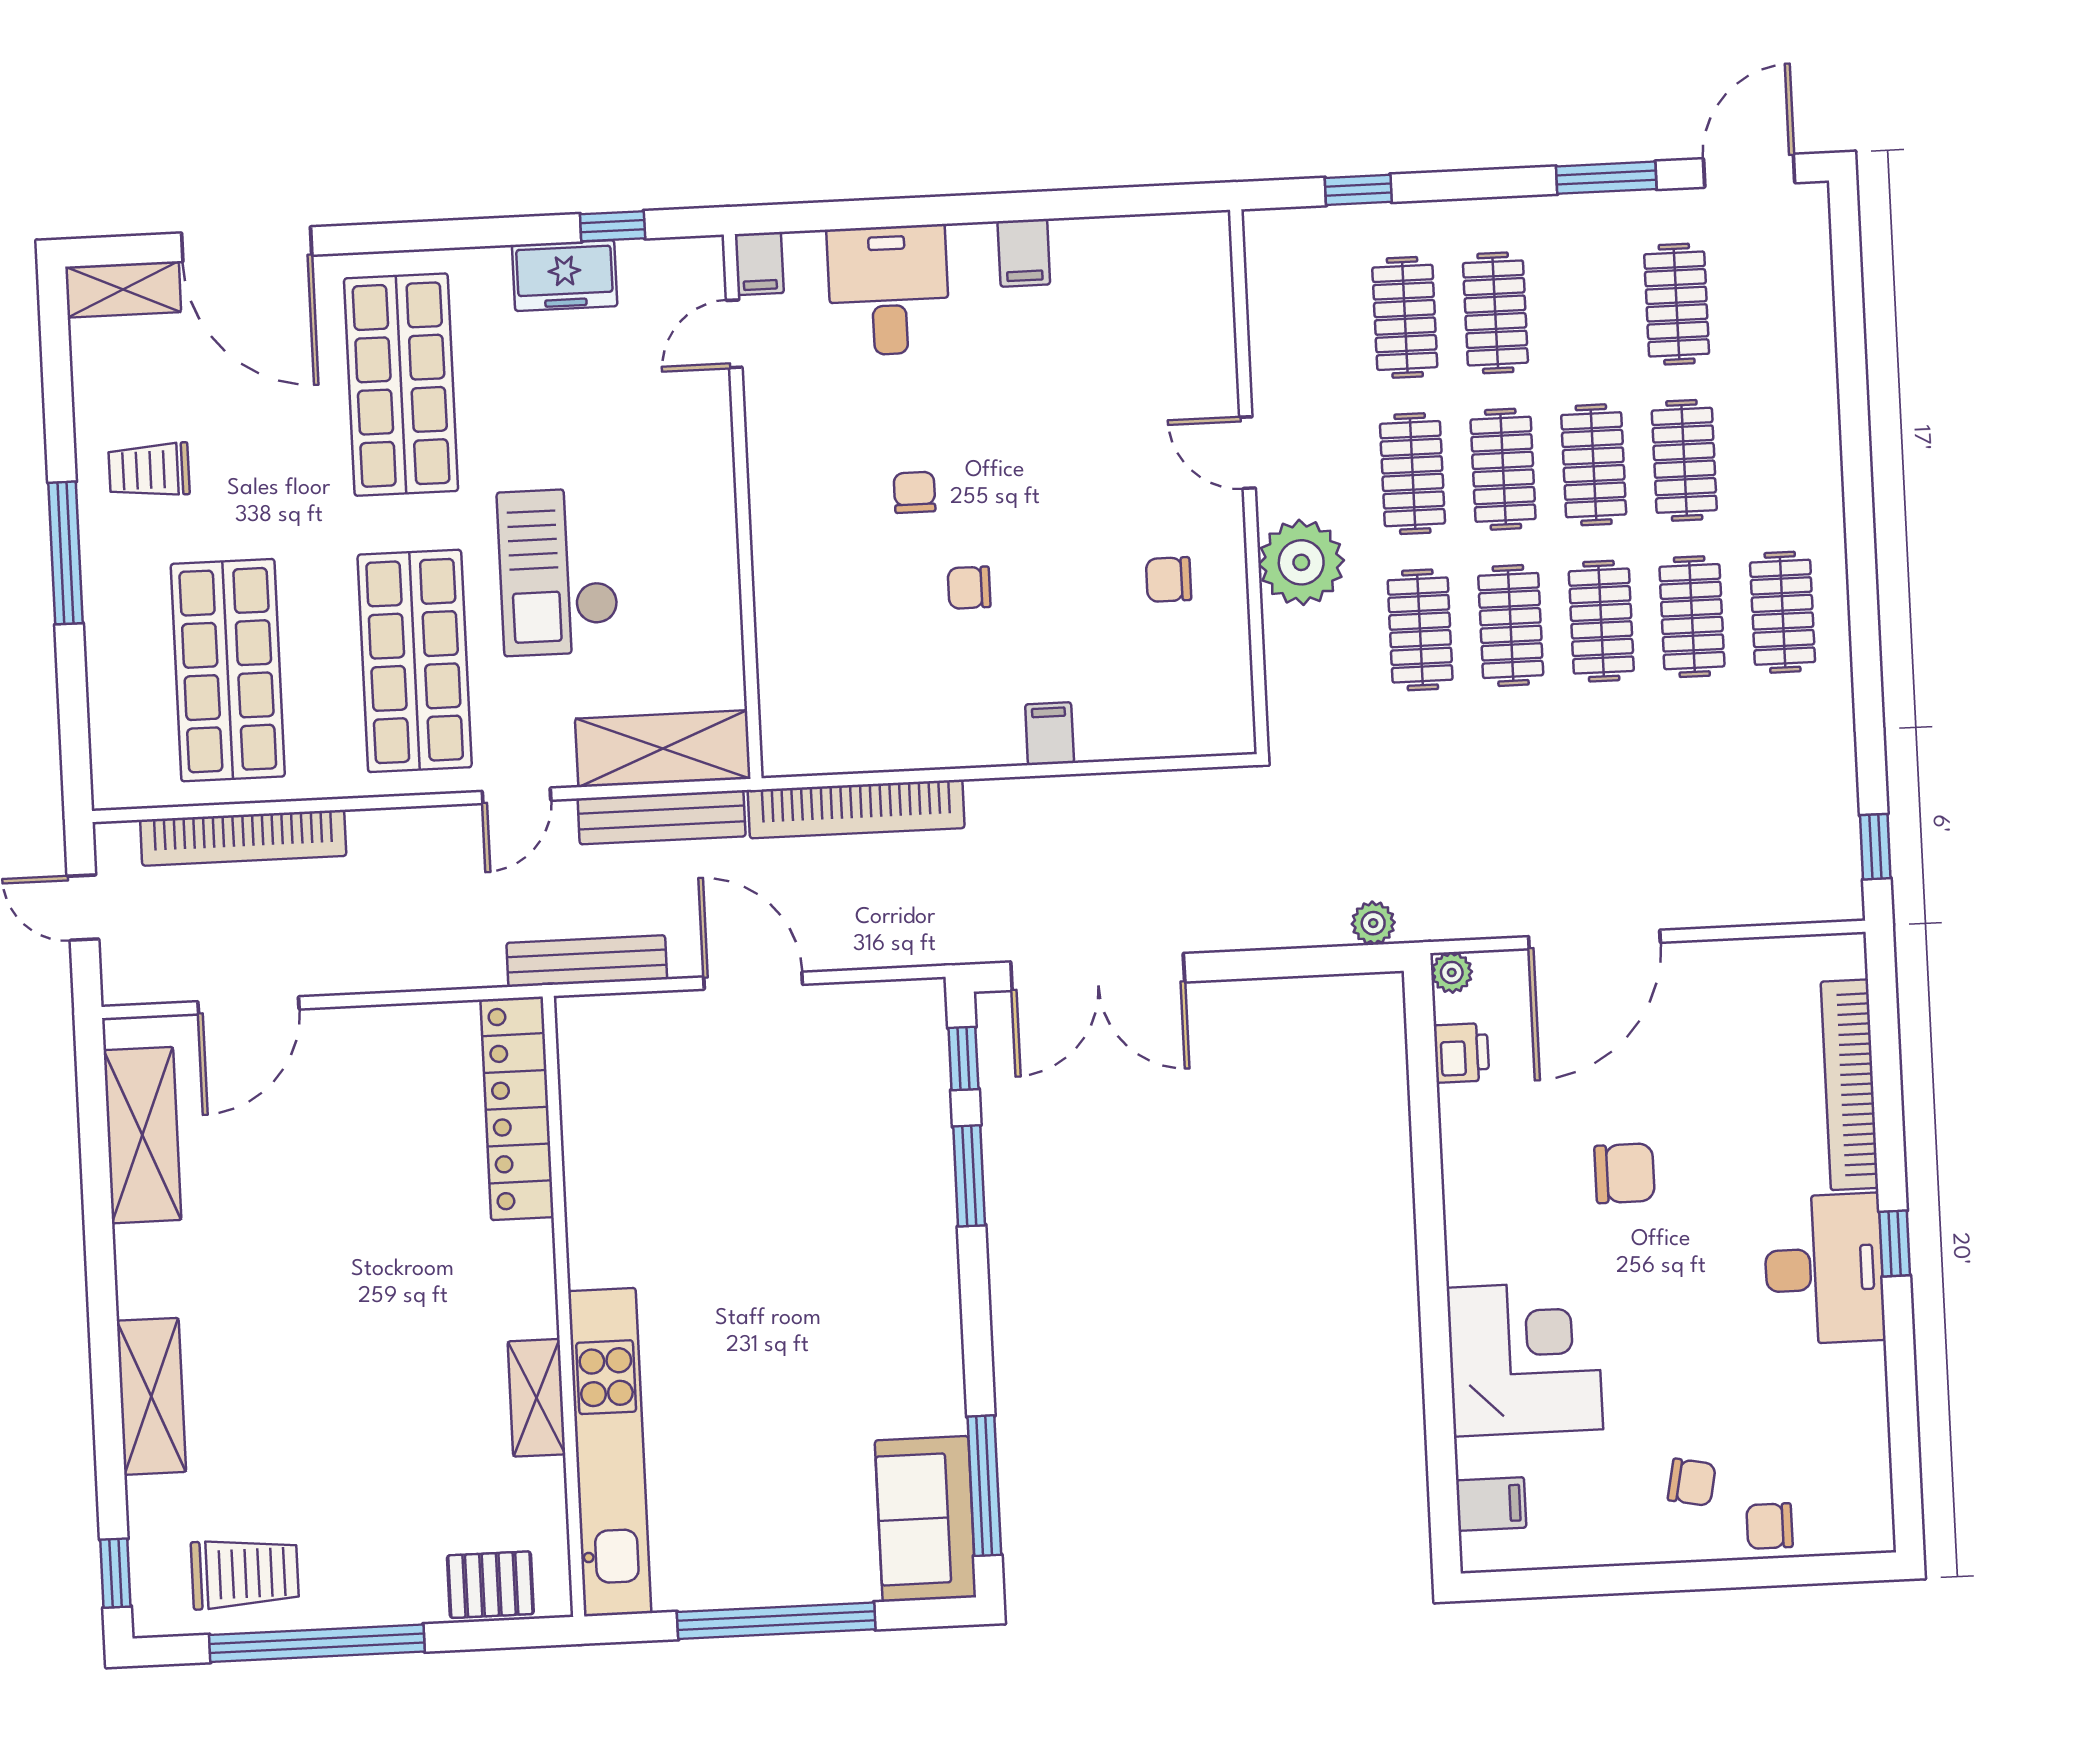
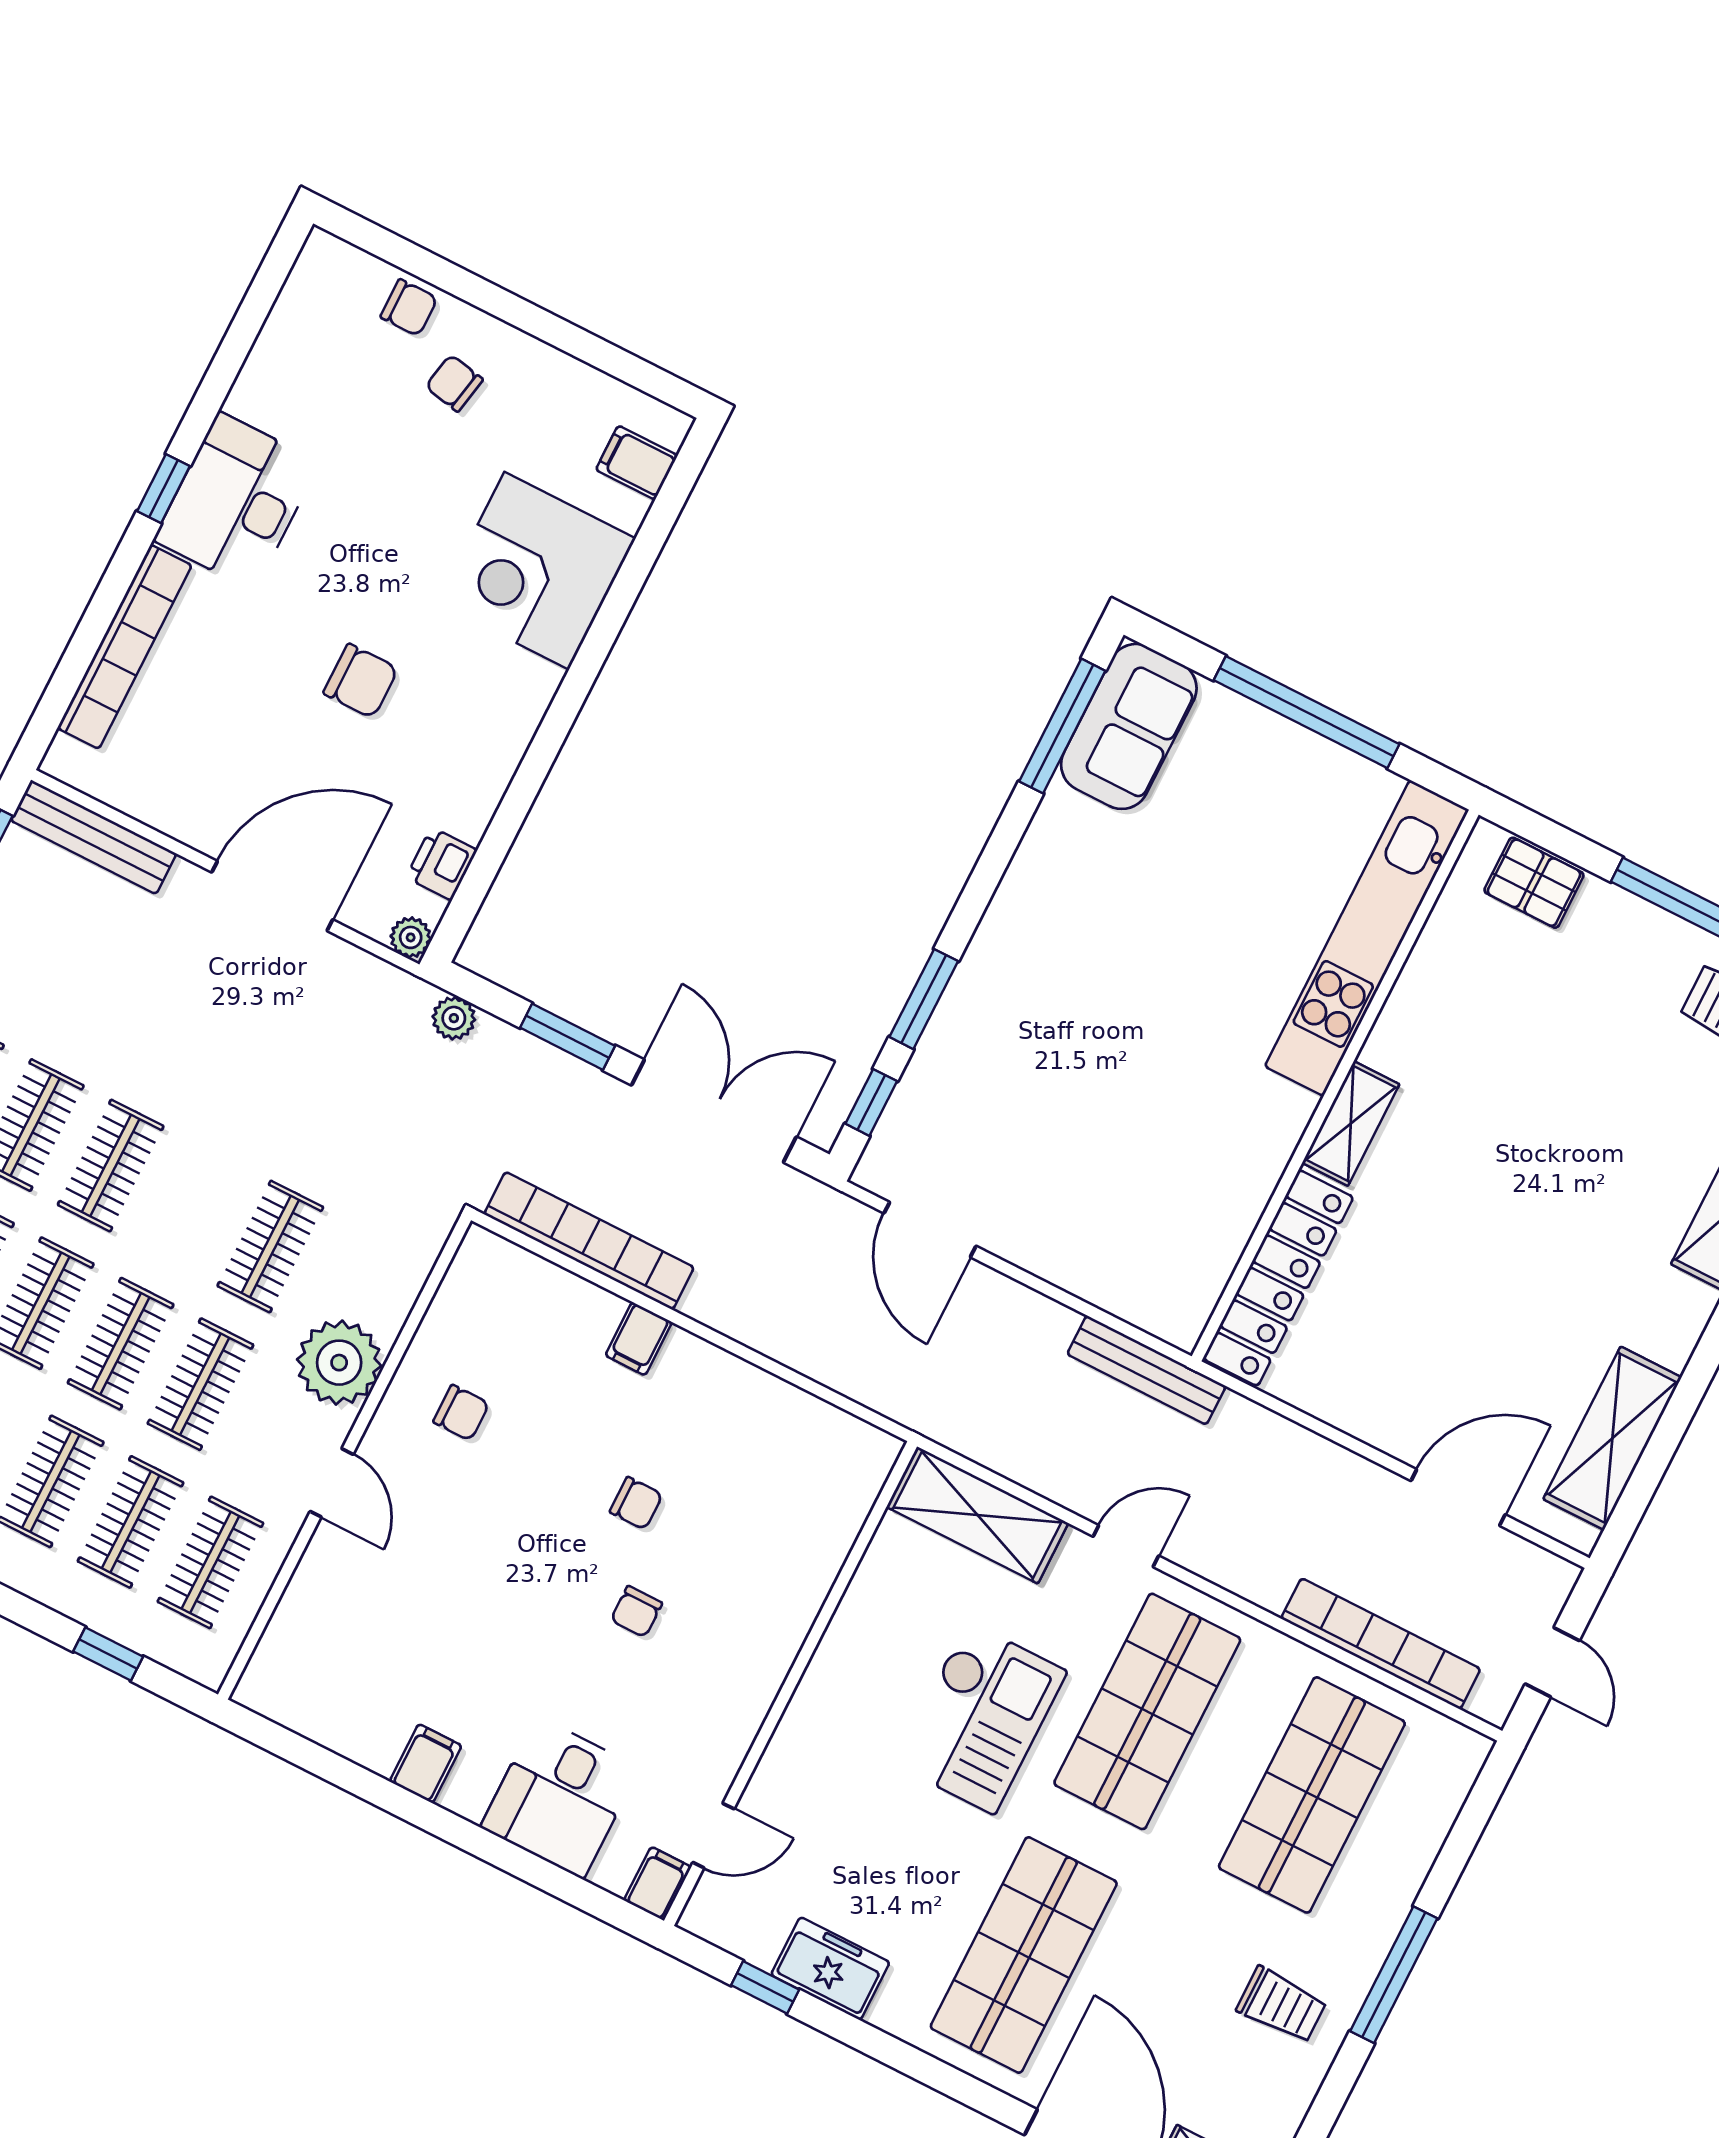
clothes rail: (1511, 626) -> (210, 1562), moved
bookcase: (856, 809) -> (589, 1241), moved
bench: (662, 817) -> (94, 837), moved
window: (1264, 964) -> (568, 1037), added
door: (753, 981) -> (930, 1230), moved
chair: (1625, 1173) -> (361, 681), turned 180
shelving: (536, 1398) -> (1351, 1124), moved

